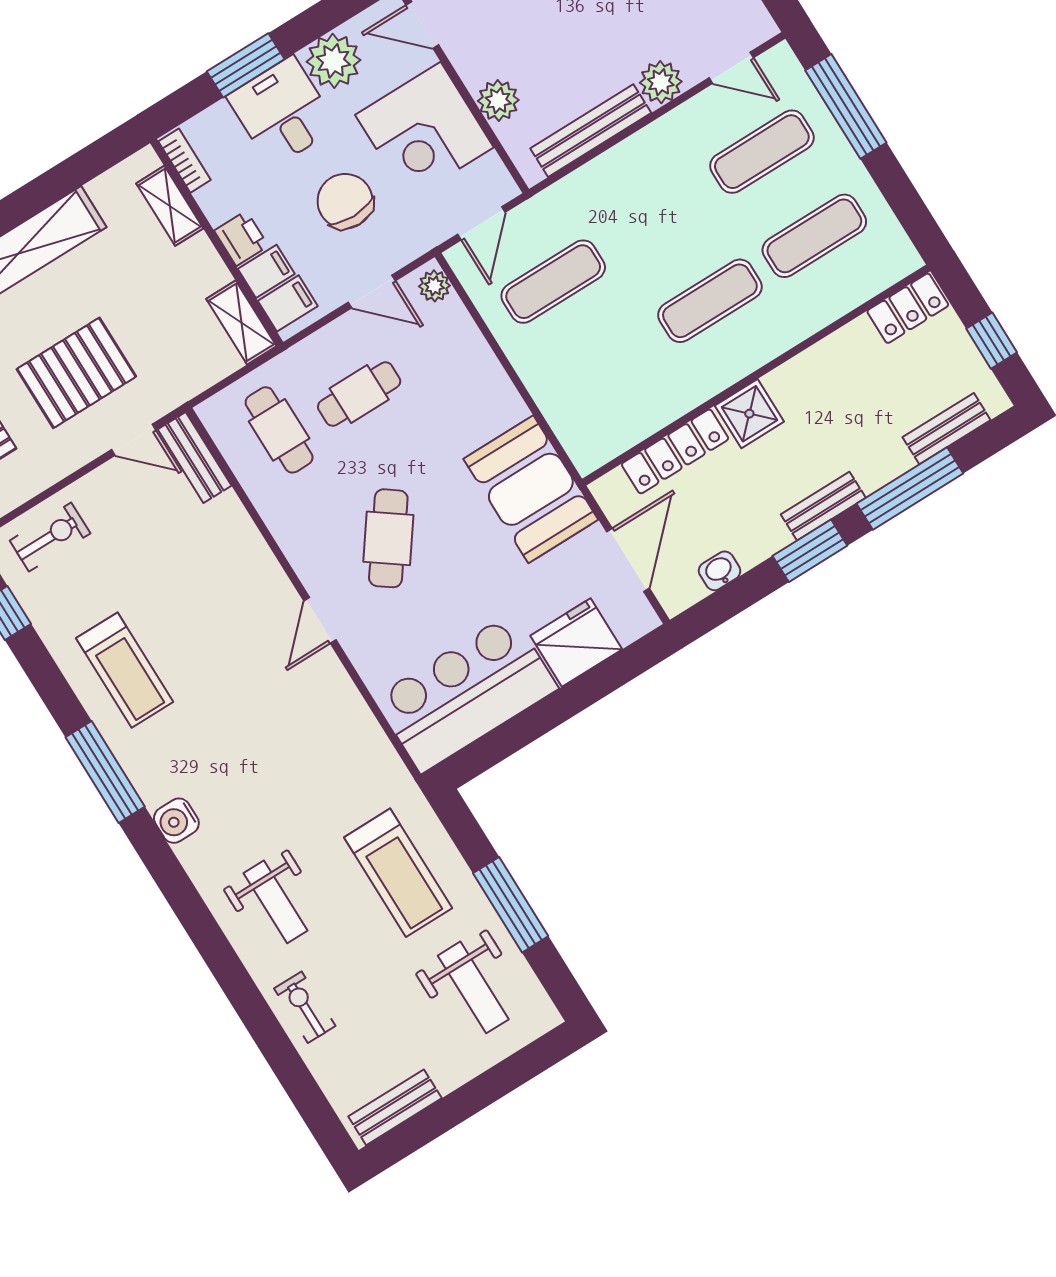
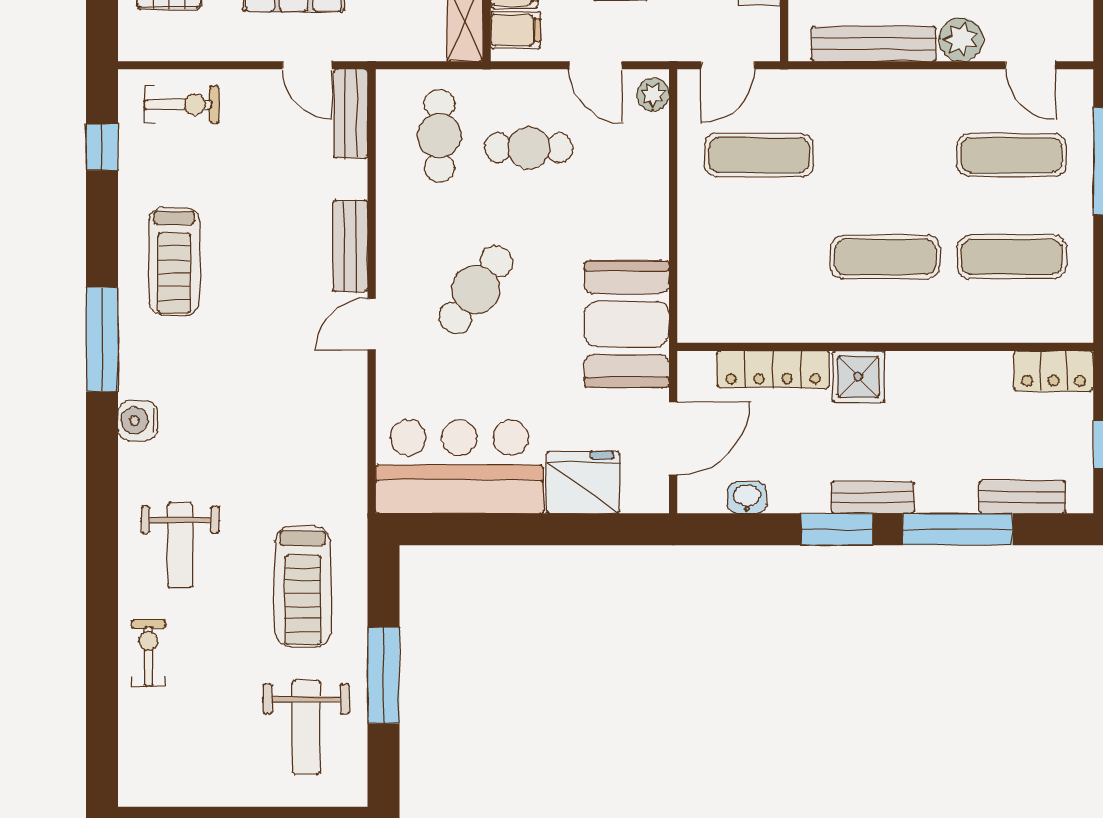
bench: (395, 1107) -> (350, 246), moved, turned 90

